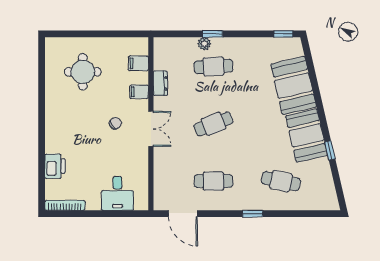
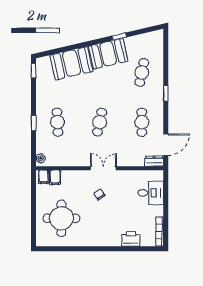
plant: (204, 44) -> (41, 158), moved
round table: (83, 72) -> (61, 218), width x1.36, depth x1.36
dresser: (160, 83) -> (154, 161), moved
filing cabinet: (139, 92) -> (44, 177), moved
cafe table: (213, 124) -> (100, 122), turned 33

